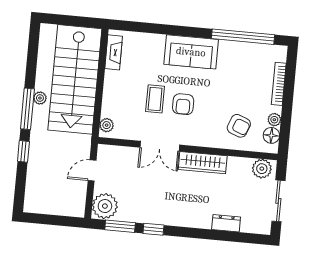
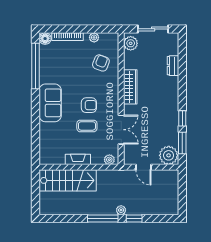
fireplace: (114, 52) -> (78, 159), moved
stairs: (75, 79) -> (68, 180), width x0.73, depth x0.66
plant: (40, 98) -> (121, 210), moved
floor lamp: (271, 135) -> (45, 39), moved
double door: (160, 146) -> (121, 130), moved

